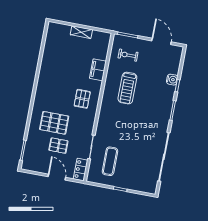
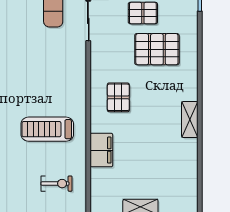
shelving: (43, 78) -> (190, 119), added
treadmill: (127, 88) -> (47, 129), turned -90

